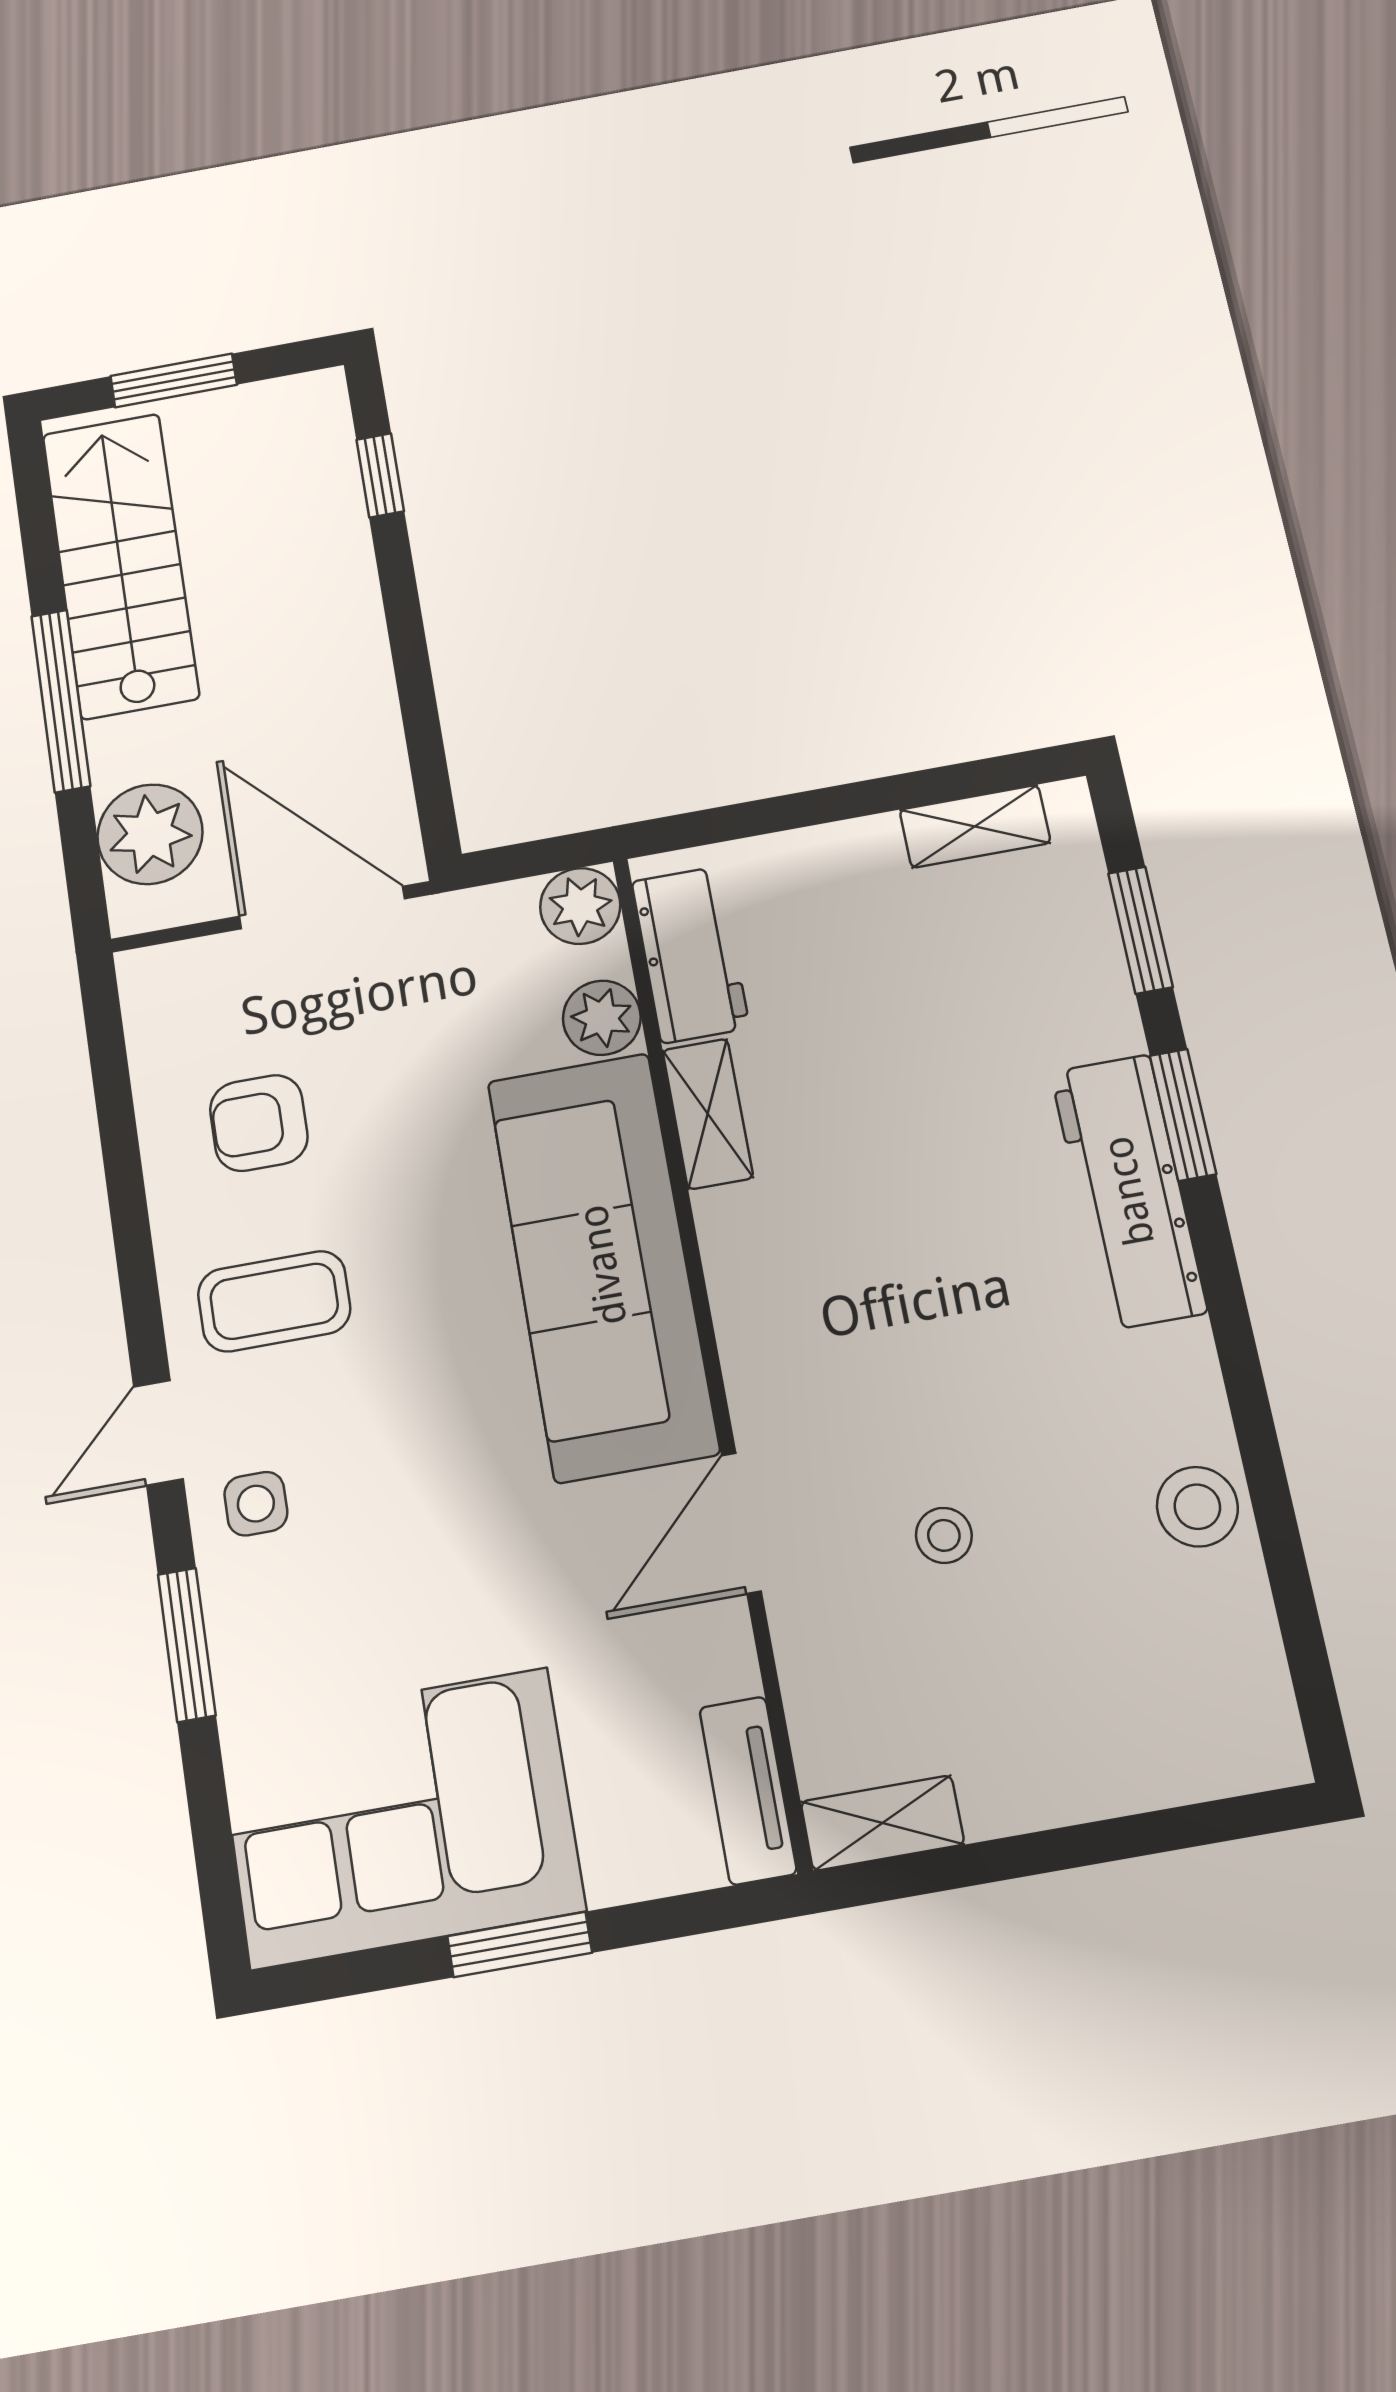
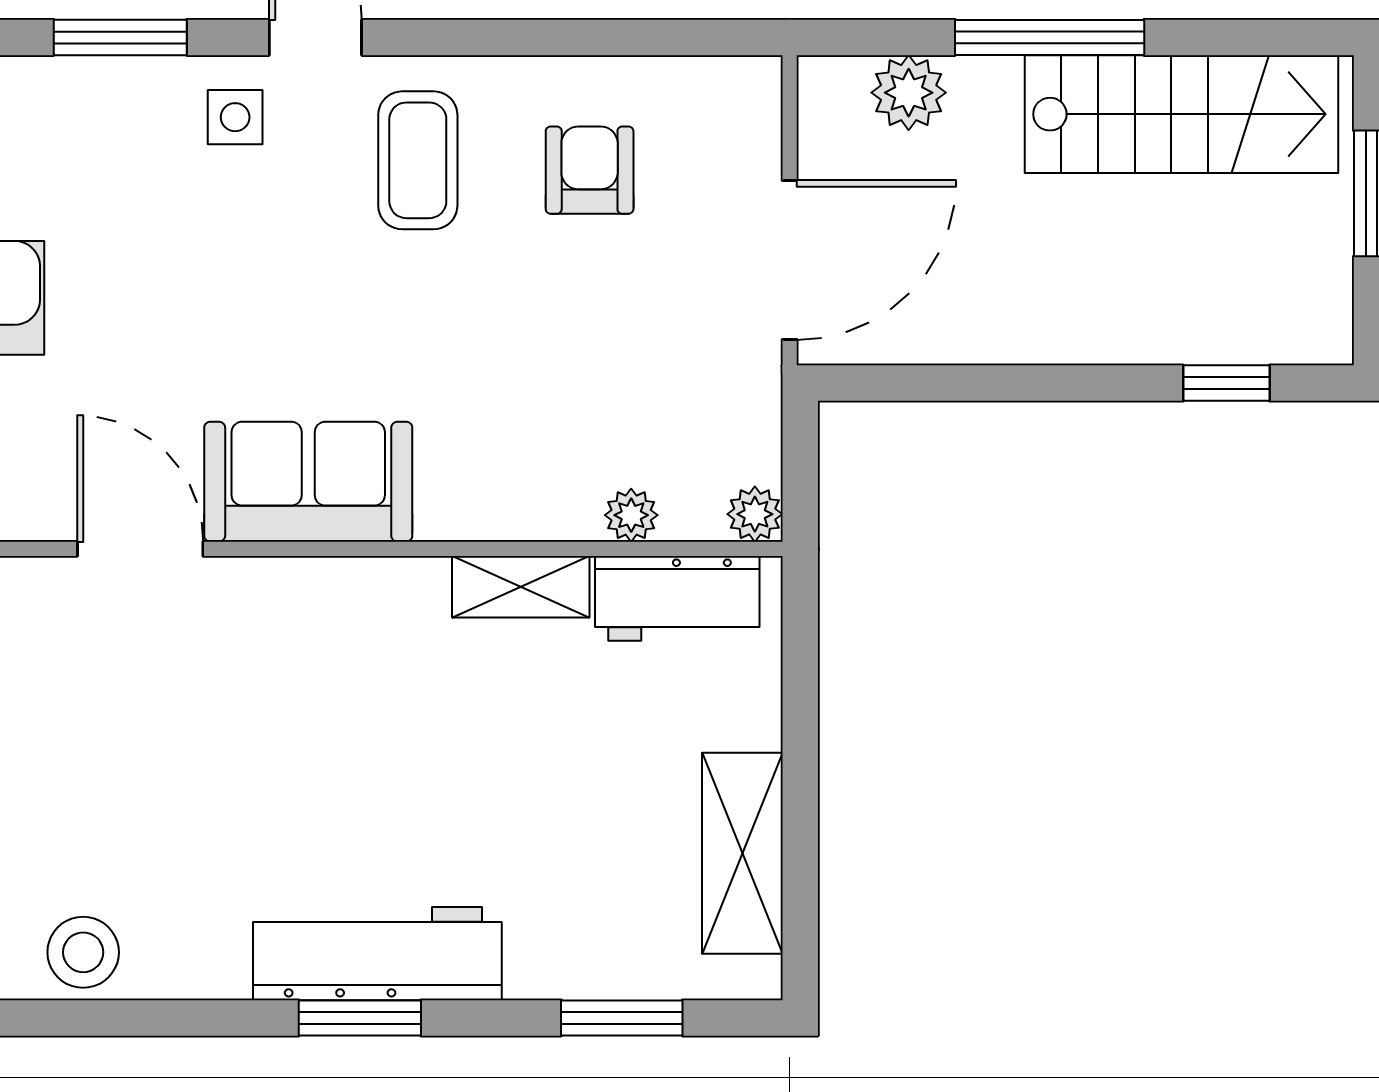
shelving: (975, 826) -> (742, 853), width x1.50, depth x1.33
plant: (150, 834) -> (909, 93), width x0.73, depth x0.73
plant: (580, 906) -> (755, 514), width x0.73, depth x0.73
plant: (602, 1018) -> (631, 515), width x0.73, depth x0.73
window: (1183, 1115) -> (360, 1018), moved
sofa: (602, 1265) -> (308, 482), width x0.54, depth x0.79
stool: (944, 1535) -> (98, 725), removed

